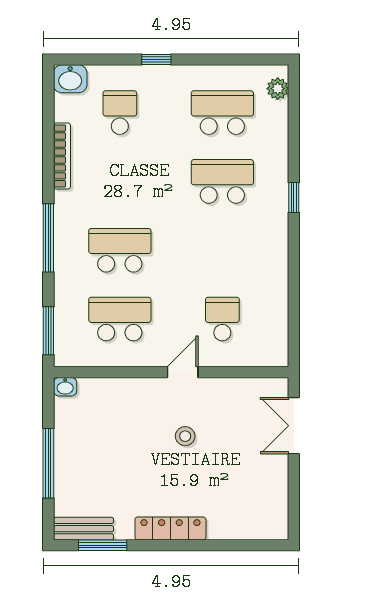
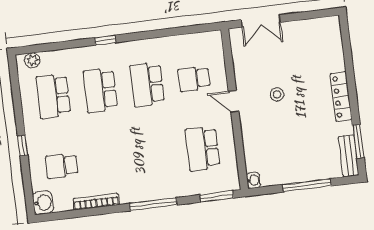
school desk: (120, 250) -> (147, 85), moved

